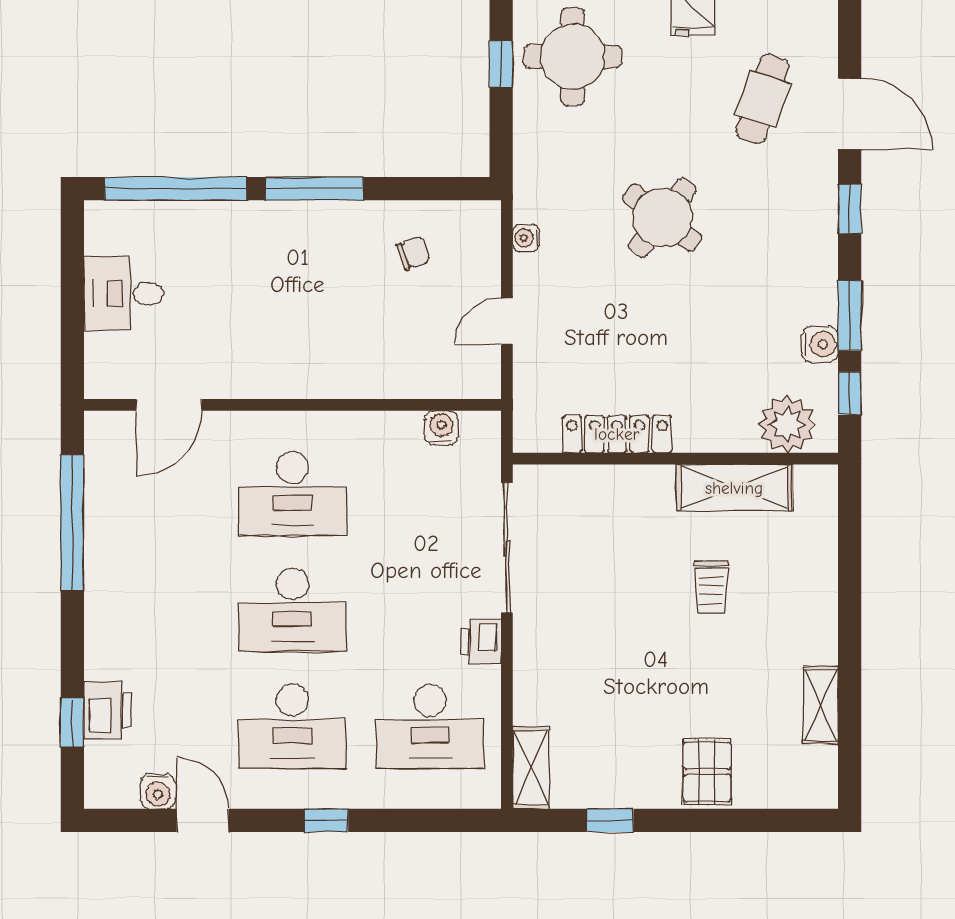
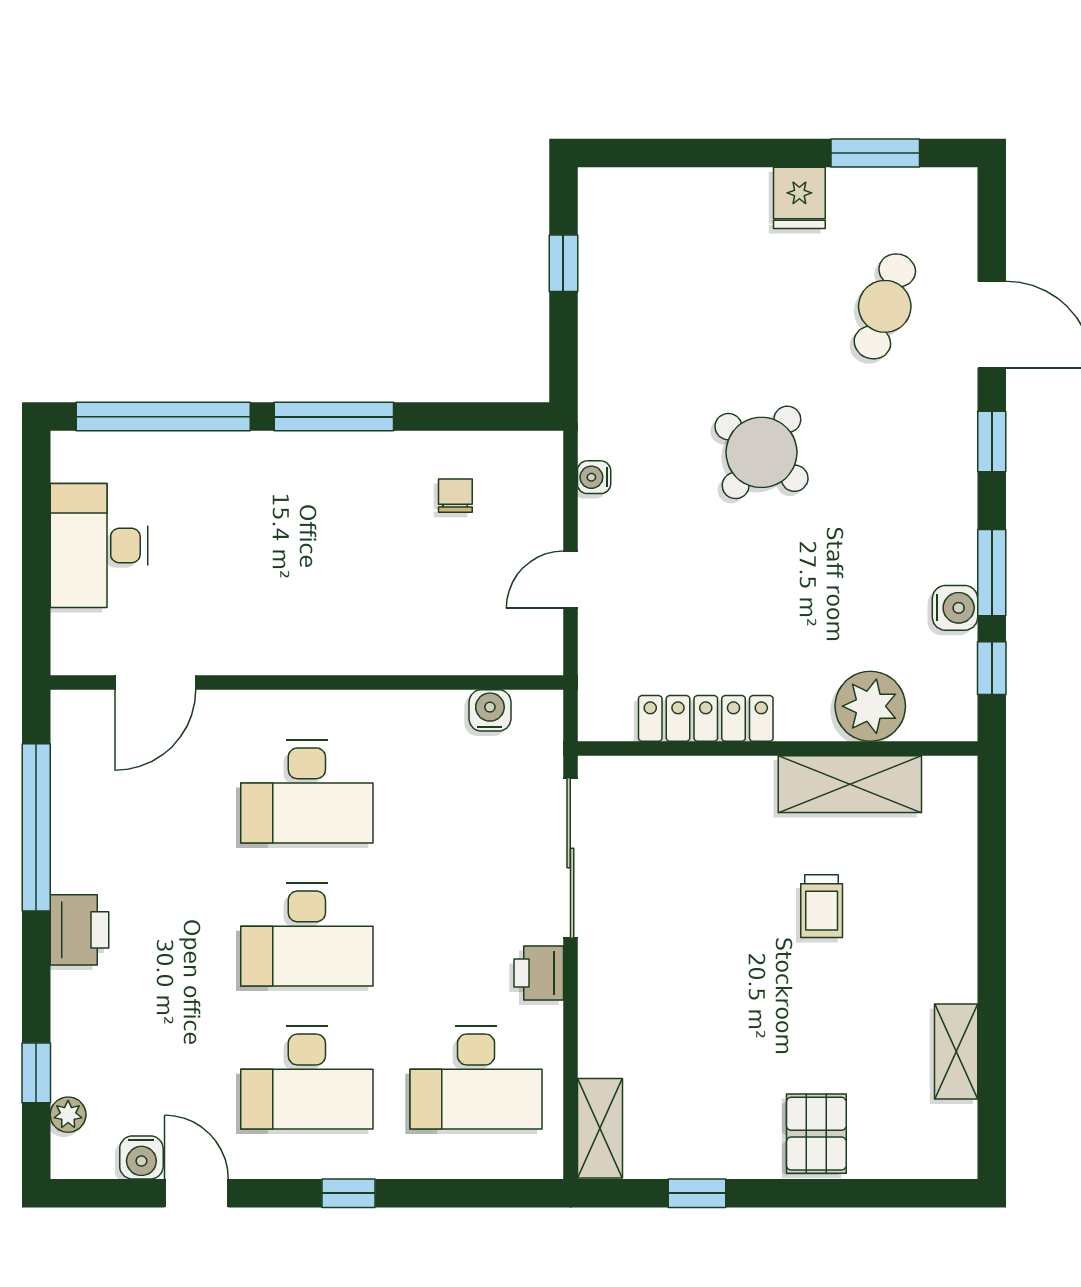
round table: (573, 57) -> (651, 254), removed
chair: (413, 253) -> (455, 496), turned -70
desk: (123, 293) -> (99, 545), width x1.37
plant: (787, 424) -> (870, 706), moved
printer: (108, 710) -> (80, 930), moved
plant: (98, 756) -> (68, 1115), added

